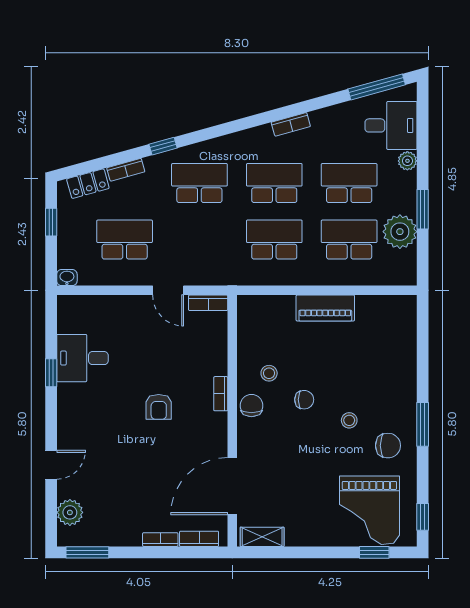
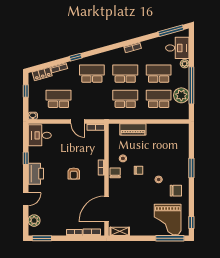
window: (423, 209) -> (191, 85), width x2.11
piano: (325, 308) -> (133, 129), moved
desk: (82, 358) -> (40, 135), moved
printer: (74, 407) -> (36, 174), added
window: (423, 424) -> (191, 168), moved
window: (374, 552) -> (170, 238), width x2.17

